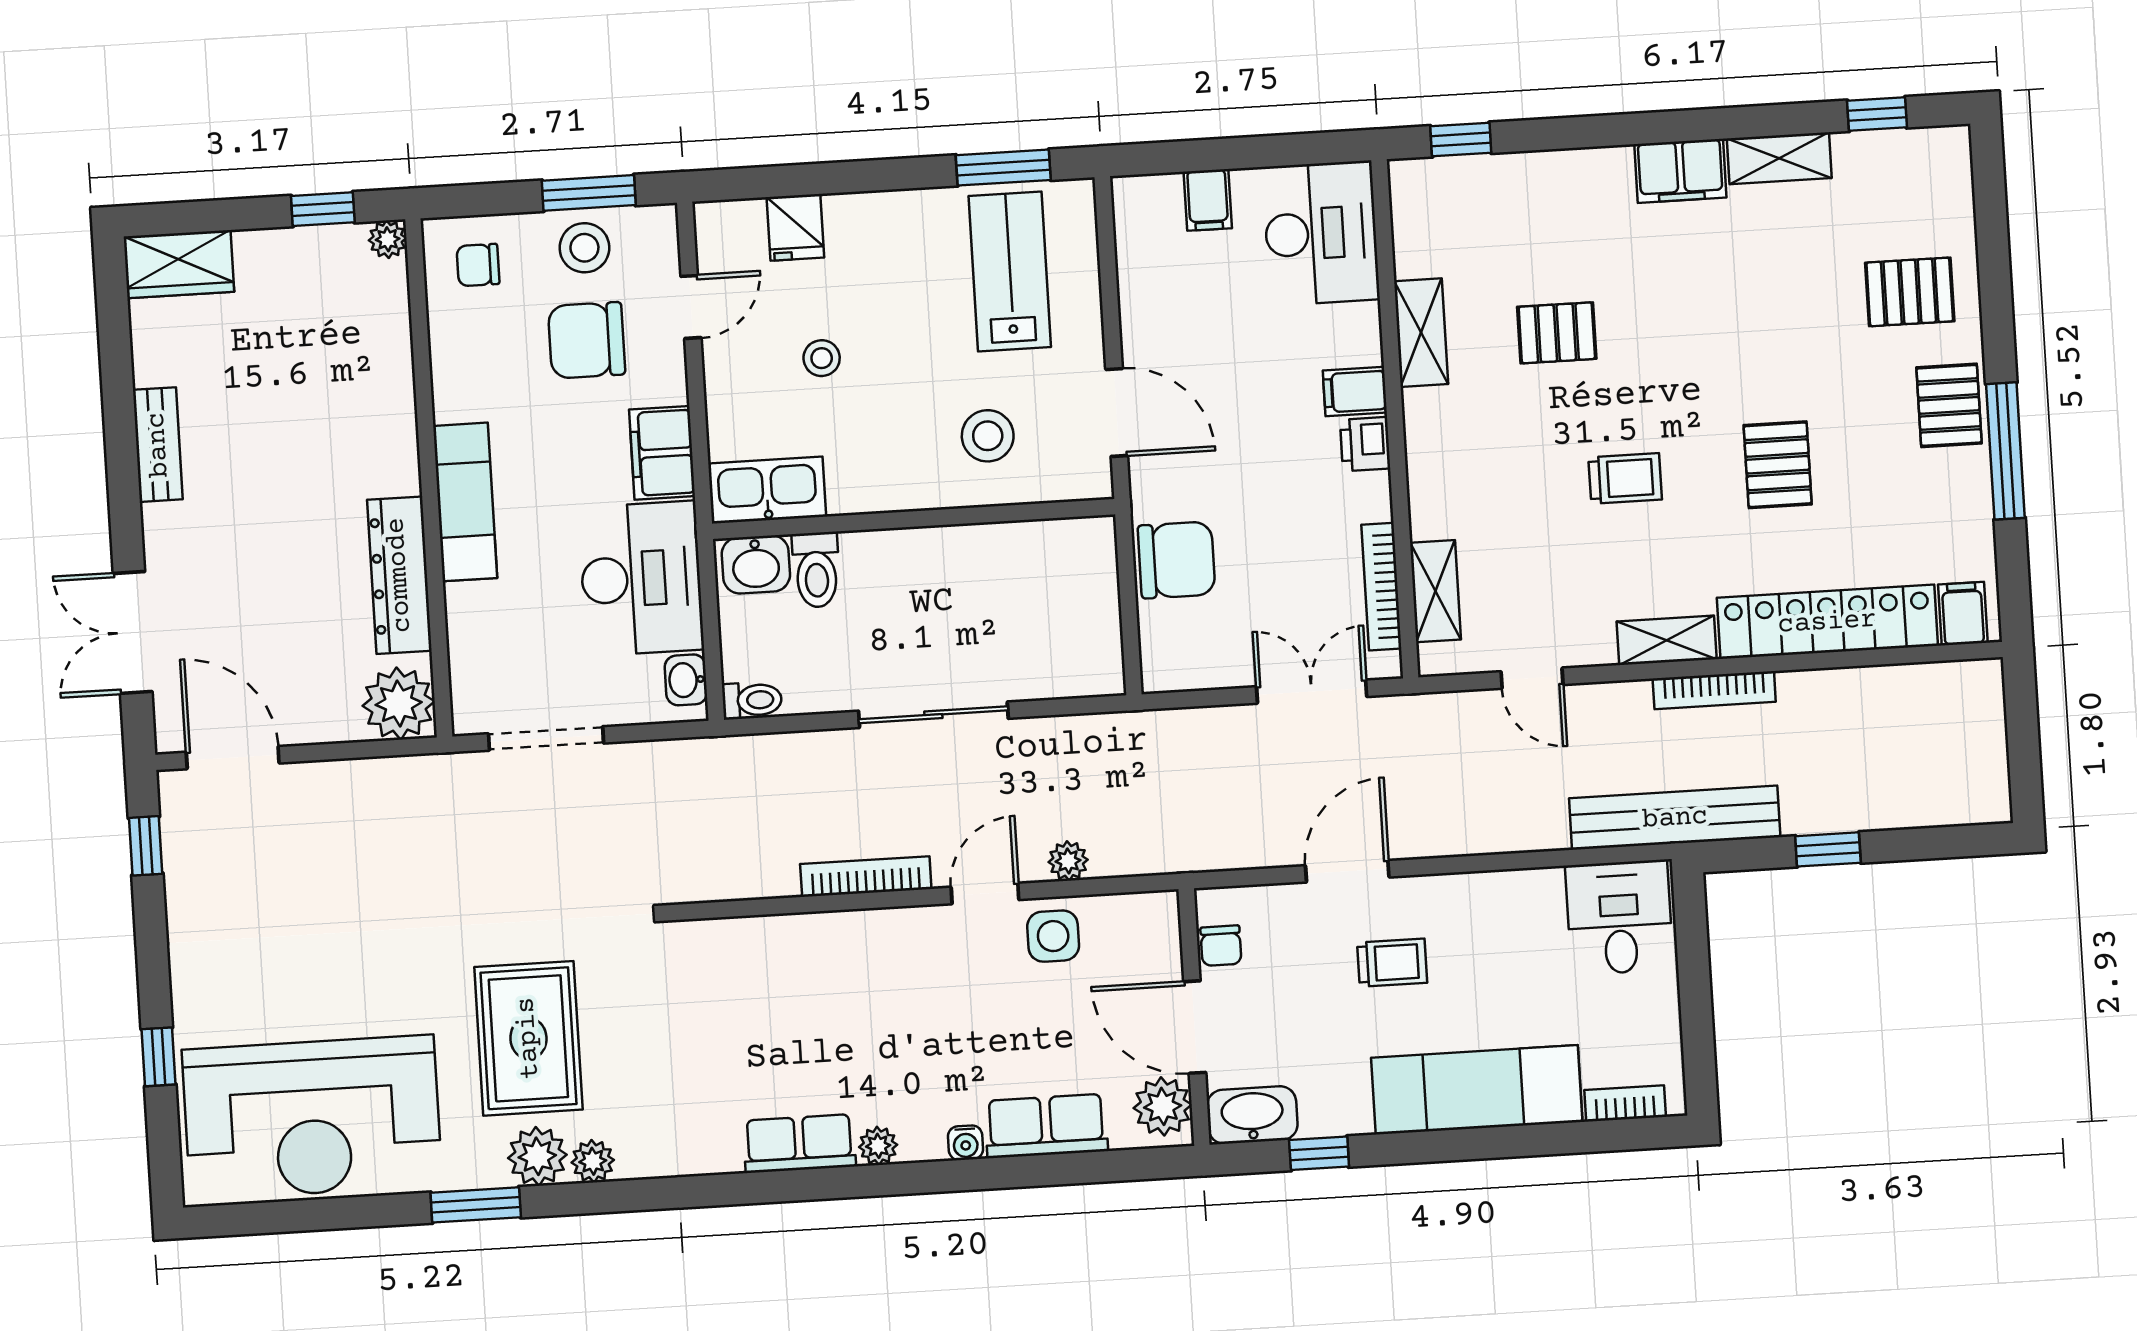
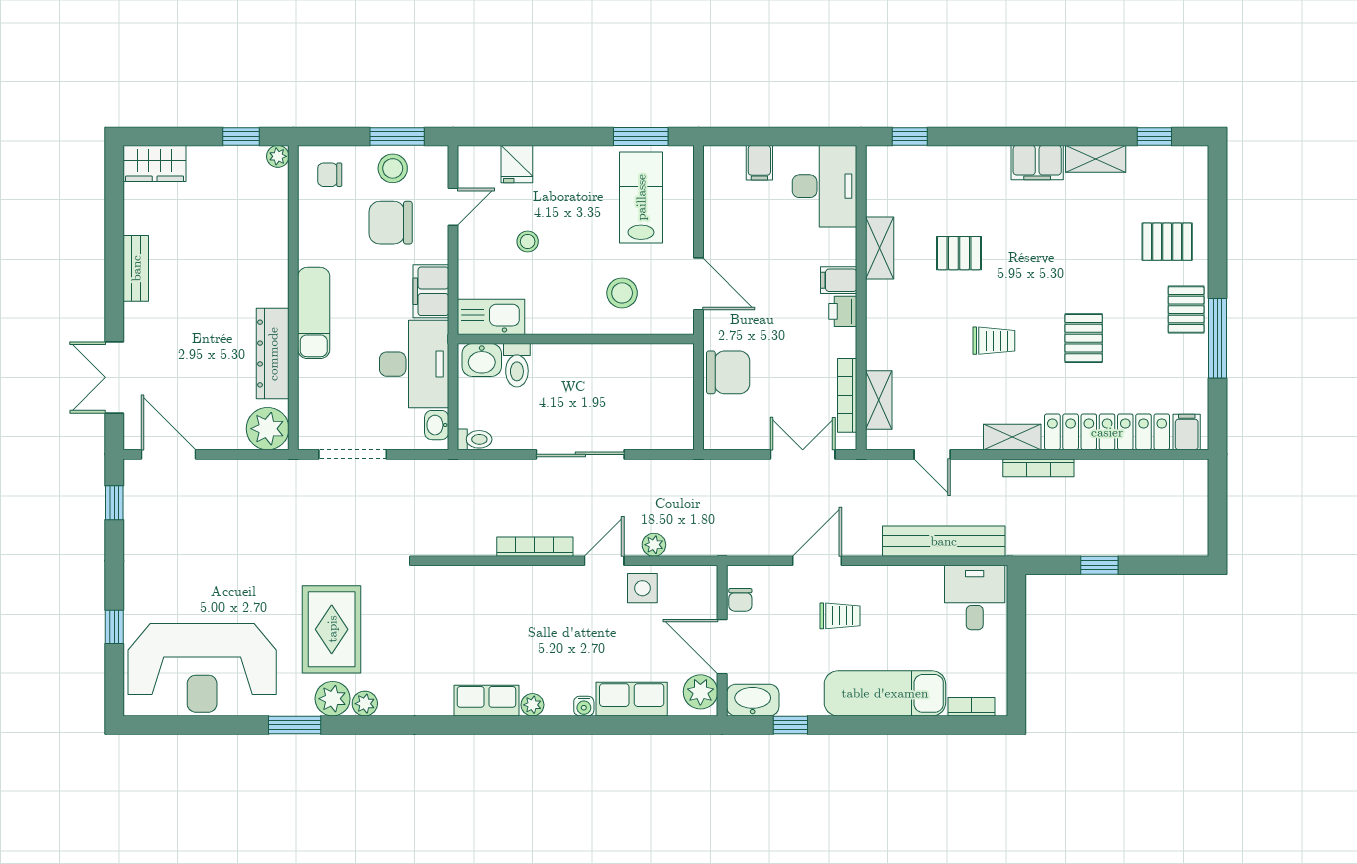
bench: (1675, 818) -> (944, 541), moved

